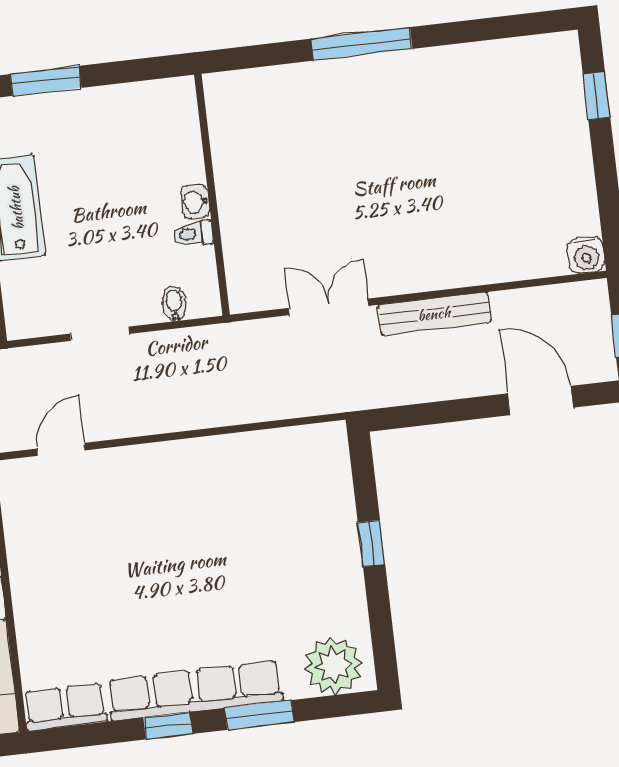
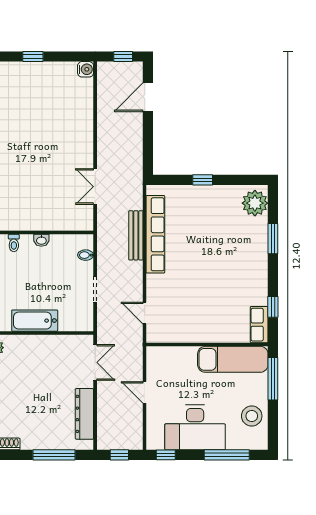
window: (597, 96) -> (33, 56), moved
toilet: (193, 234) -> (14, 243), moved
bench: (434, 314) -> (136, 235), moved
row of seats: (195, 691) -> (155, 234), moved, turned 180
window: (168, 726) -> (273, 307), moved

